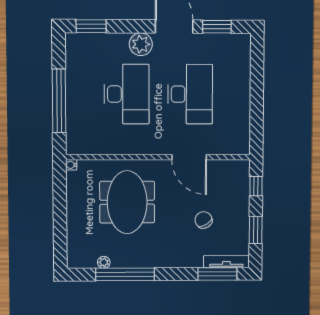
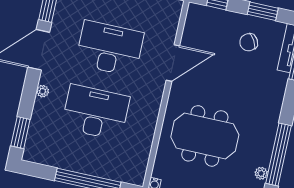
plant: (141, 44) -> (43, 91), width x0.53, depth x0.53
chair: (204, 220) -> (249, 42), moved

